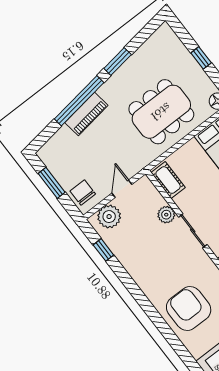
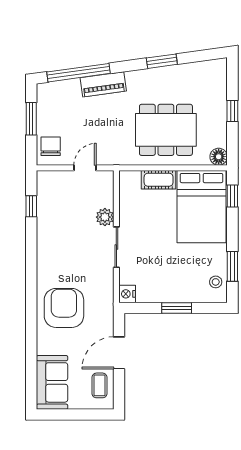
window: (79, 101) -> (78, 73), moved
cot: (168, 180) -> (159, 180), moved, turned 90
plant: (109, 217) -> (57, 182), removed

